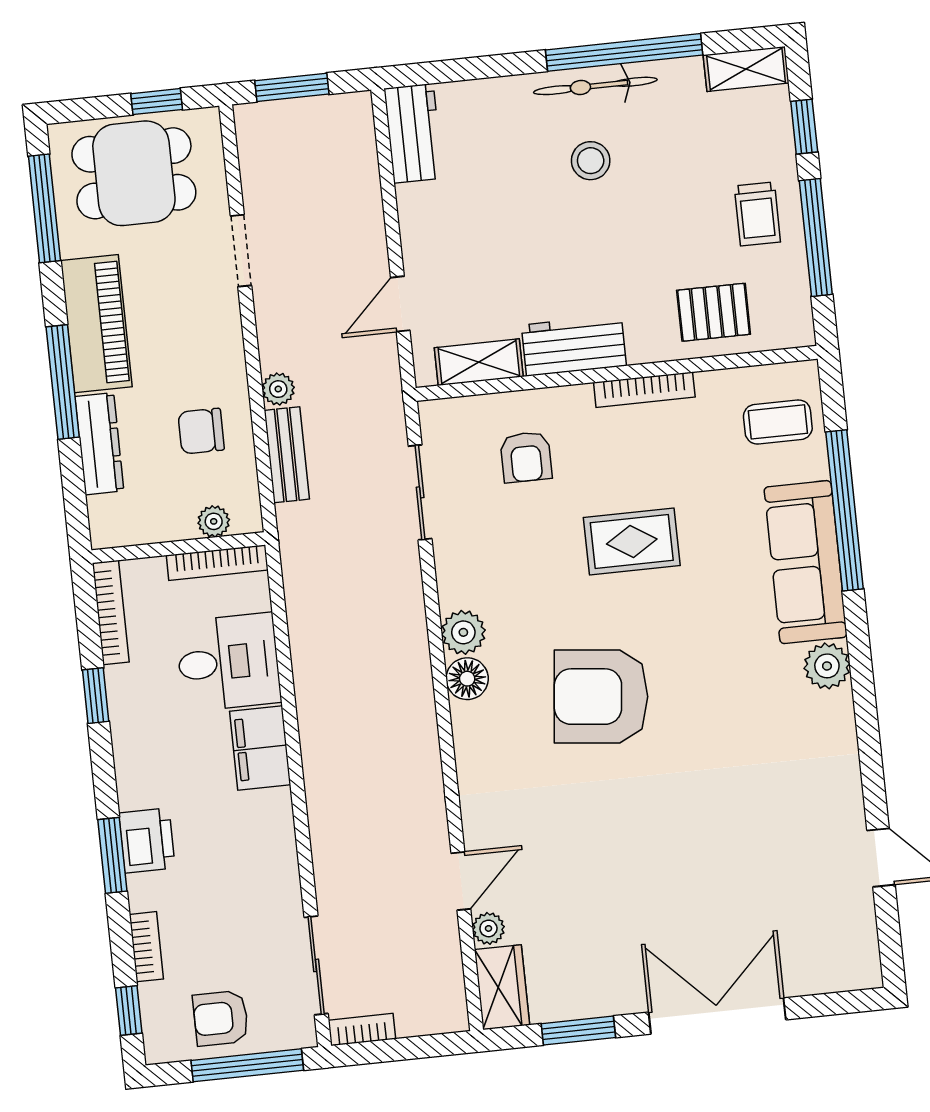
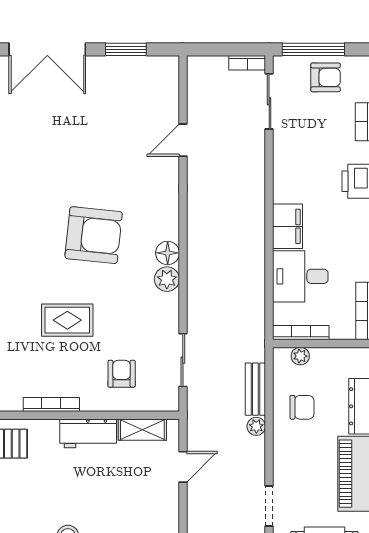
plant: (488, 928) -> (170, 112), removed
wardrobe: (502, 987) -> (166, 78), removed

